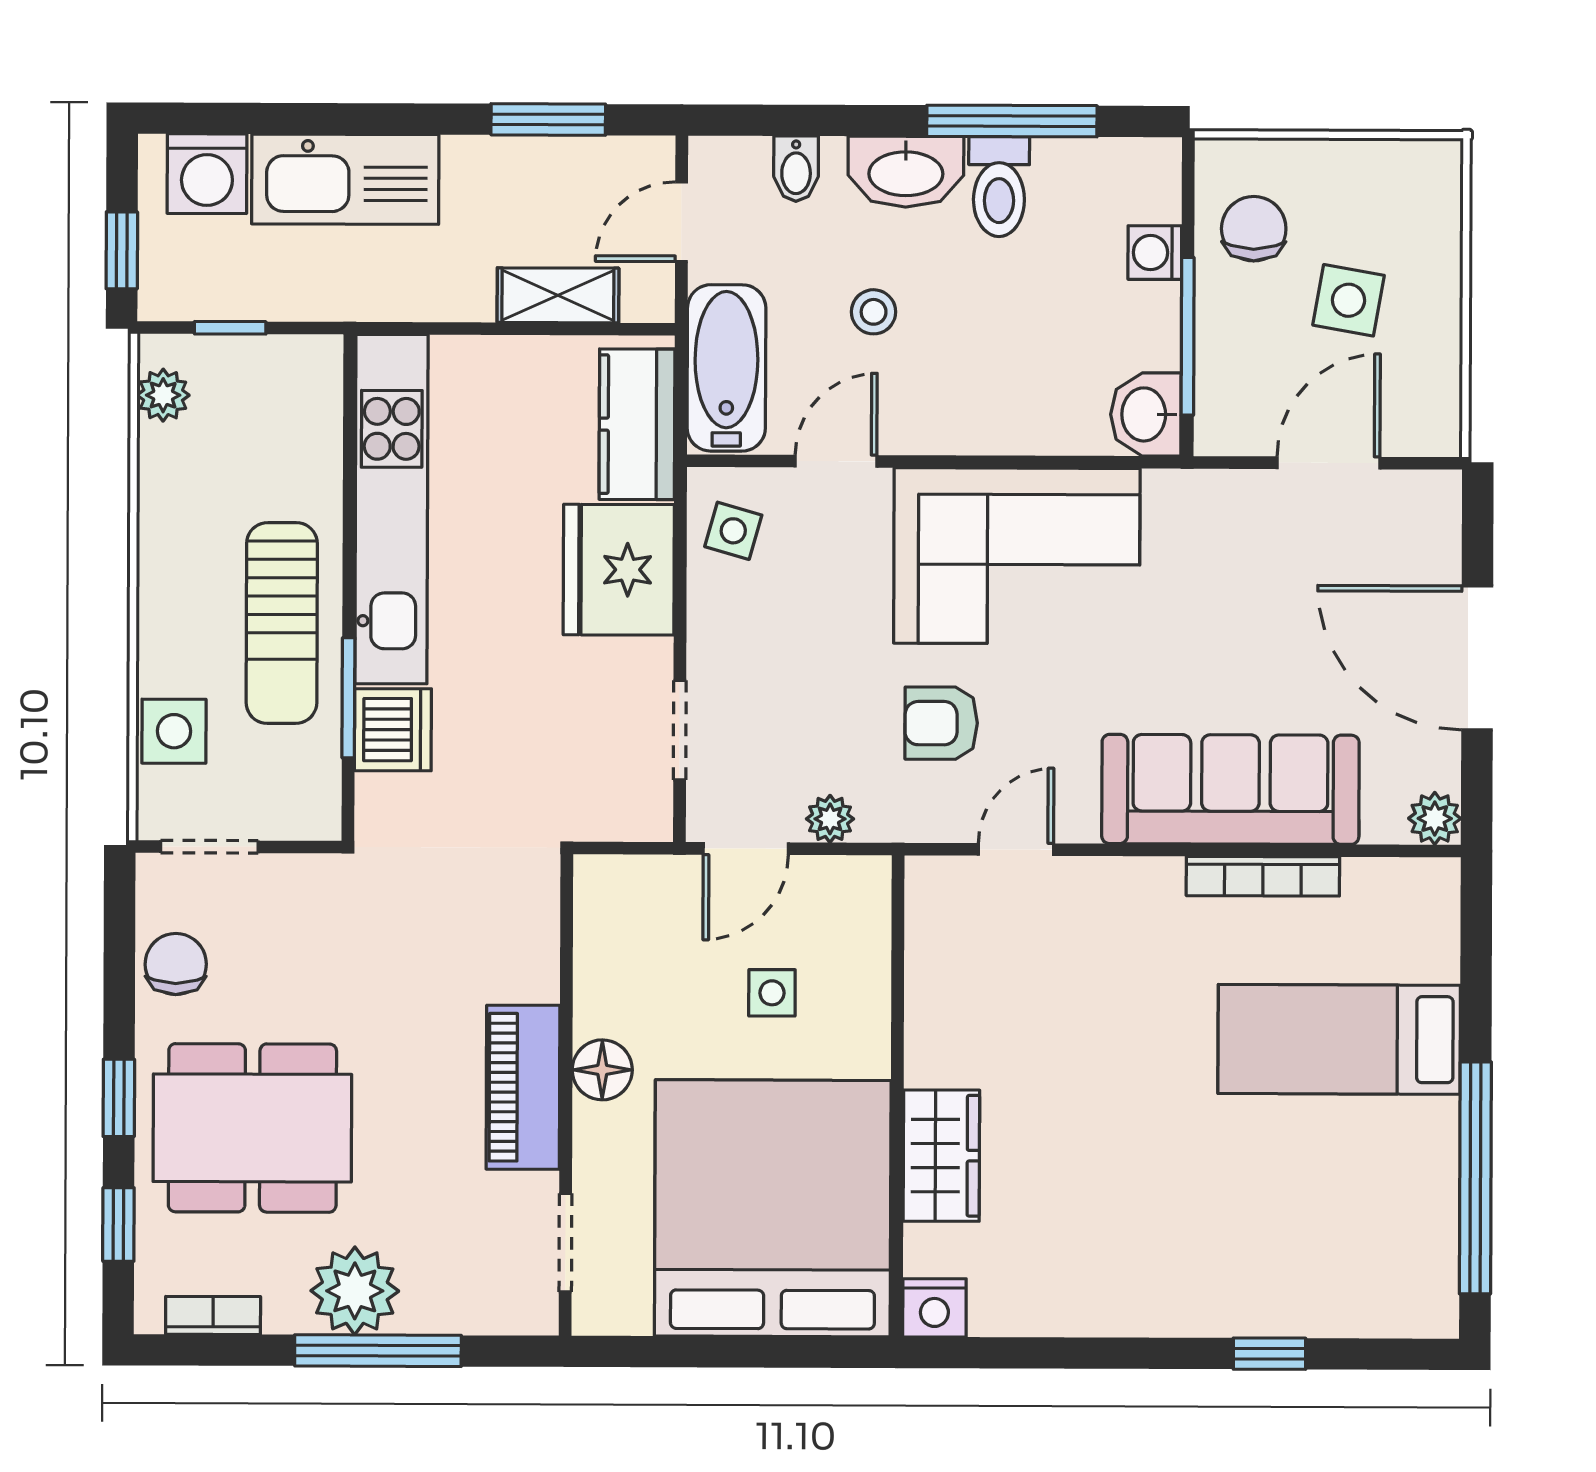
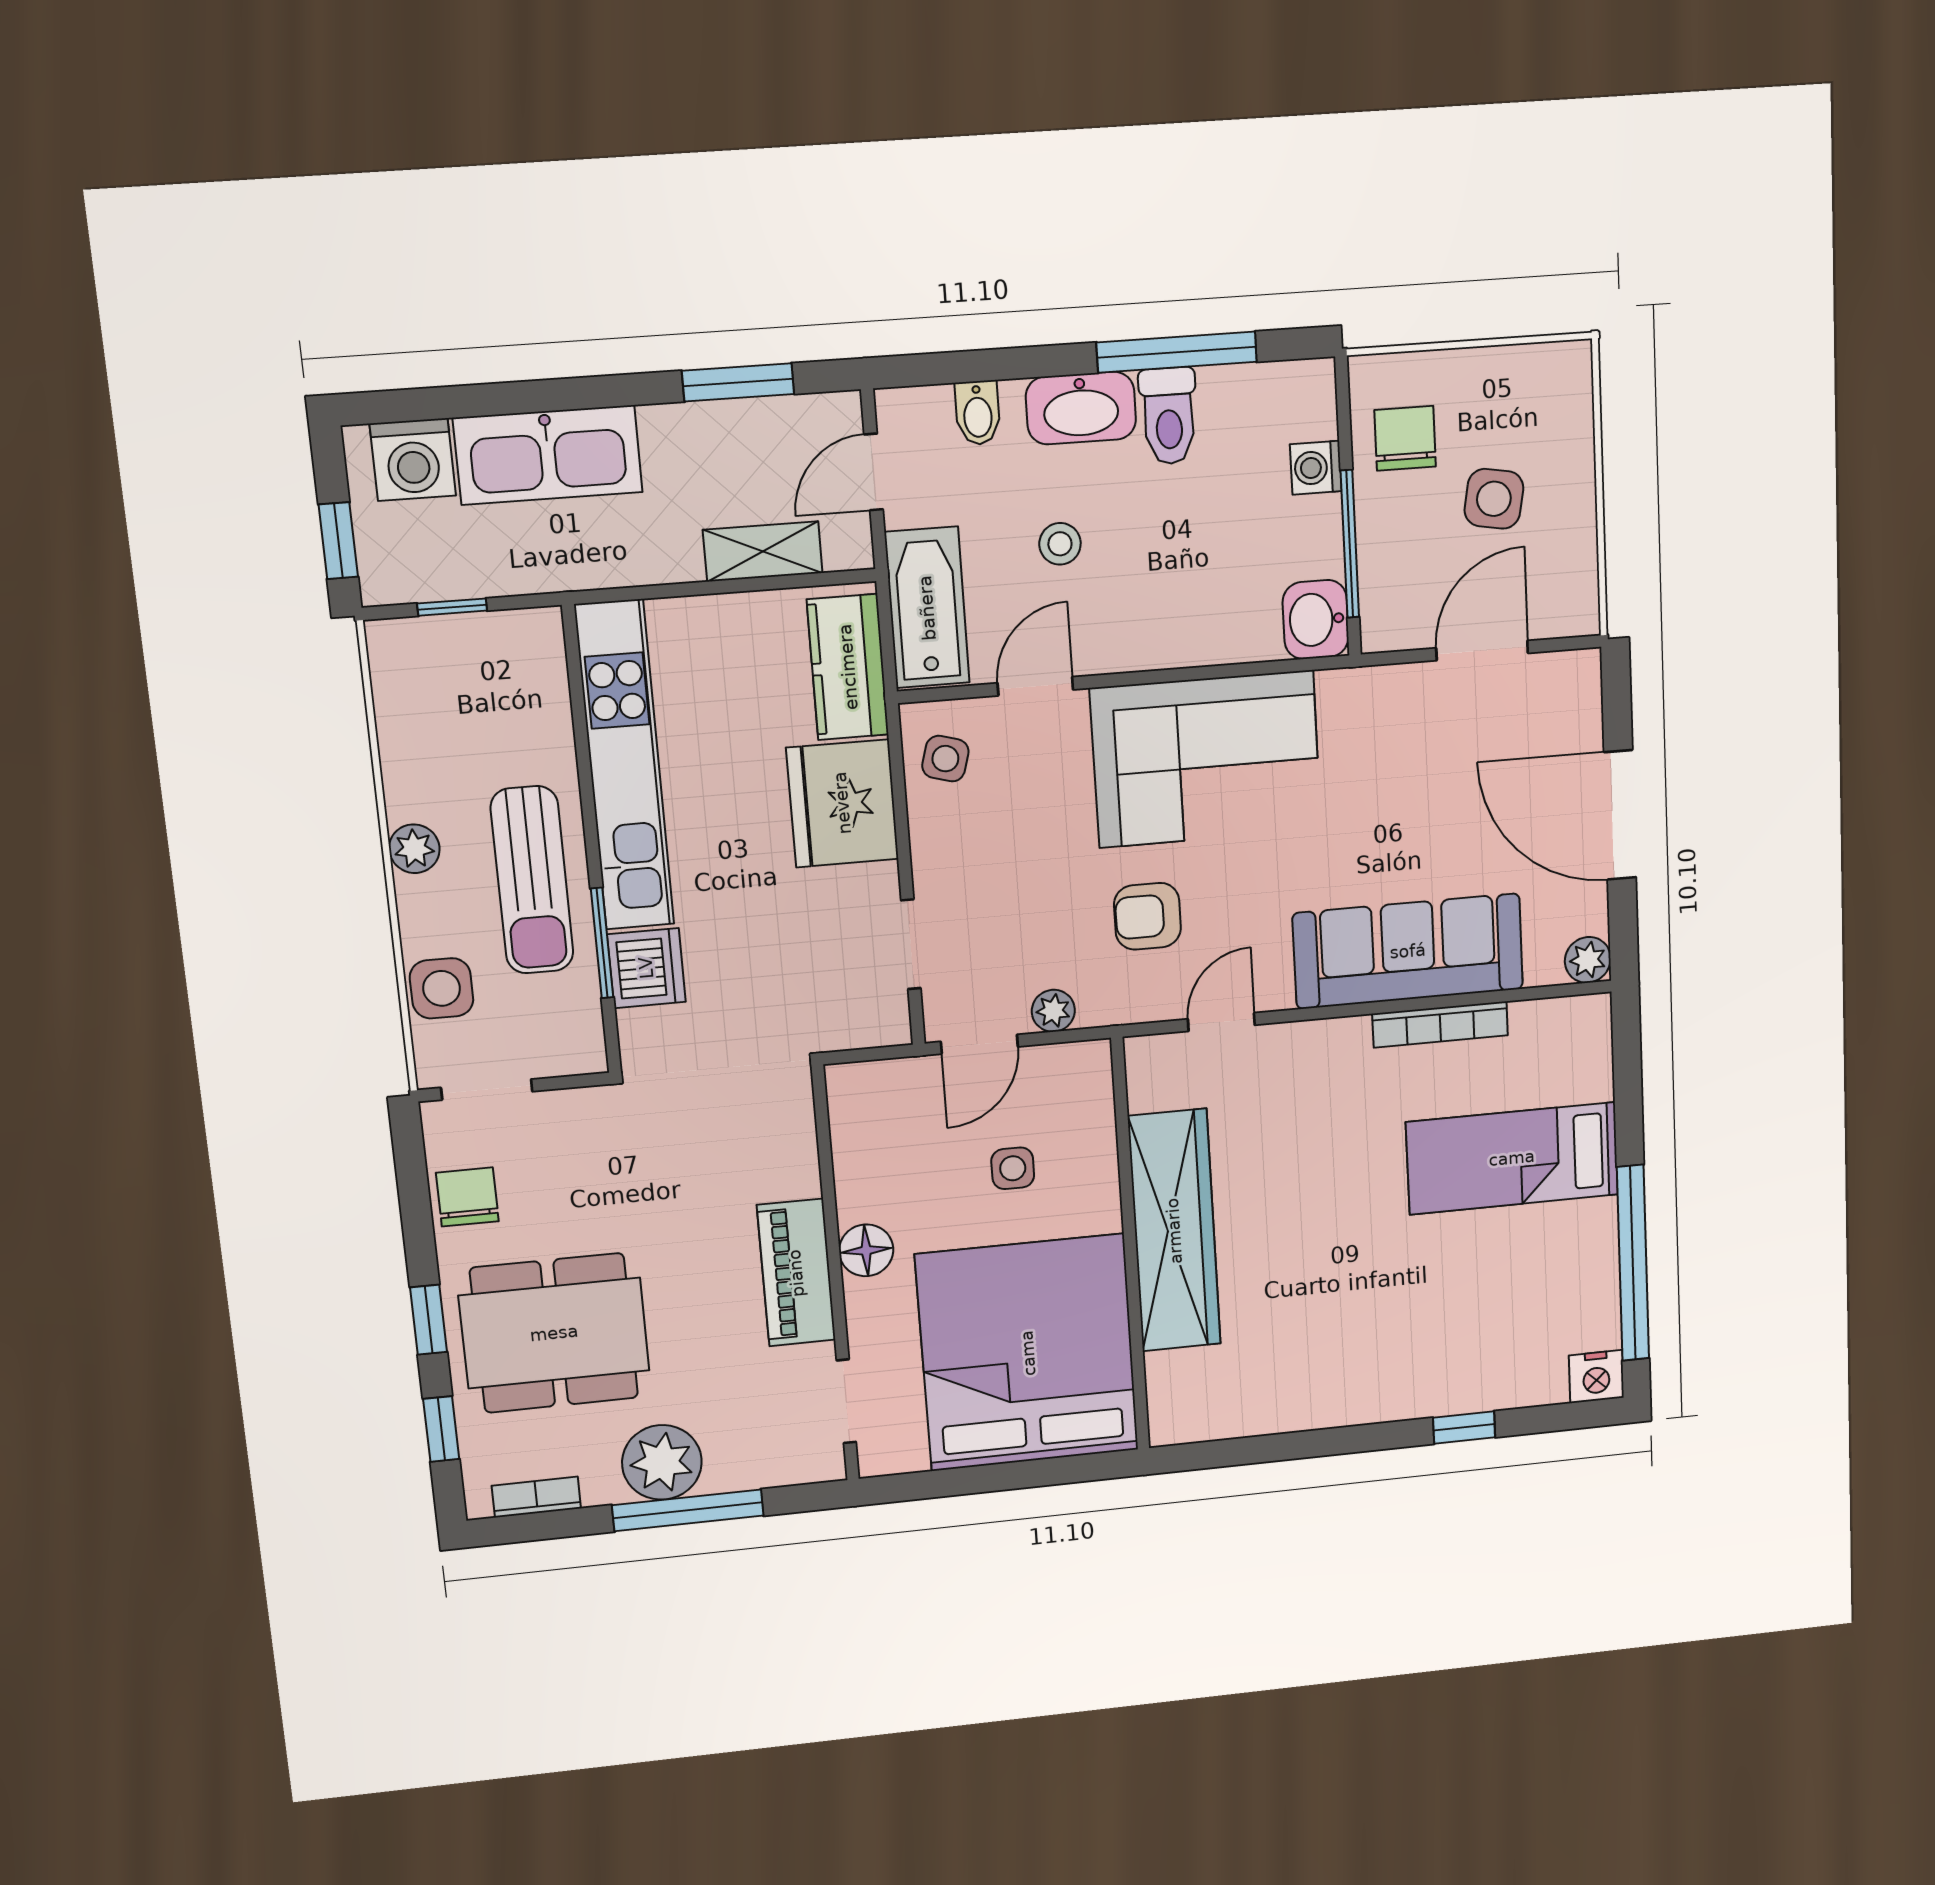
plant: (163, 395) -> (414, 849), moved
wardrobe: (941, 1156) -> (1174, 1231), width x2.10, depth x1.17
nightstand: (934, 1308) -> (1596, 1376), moved

